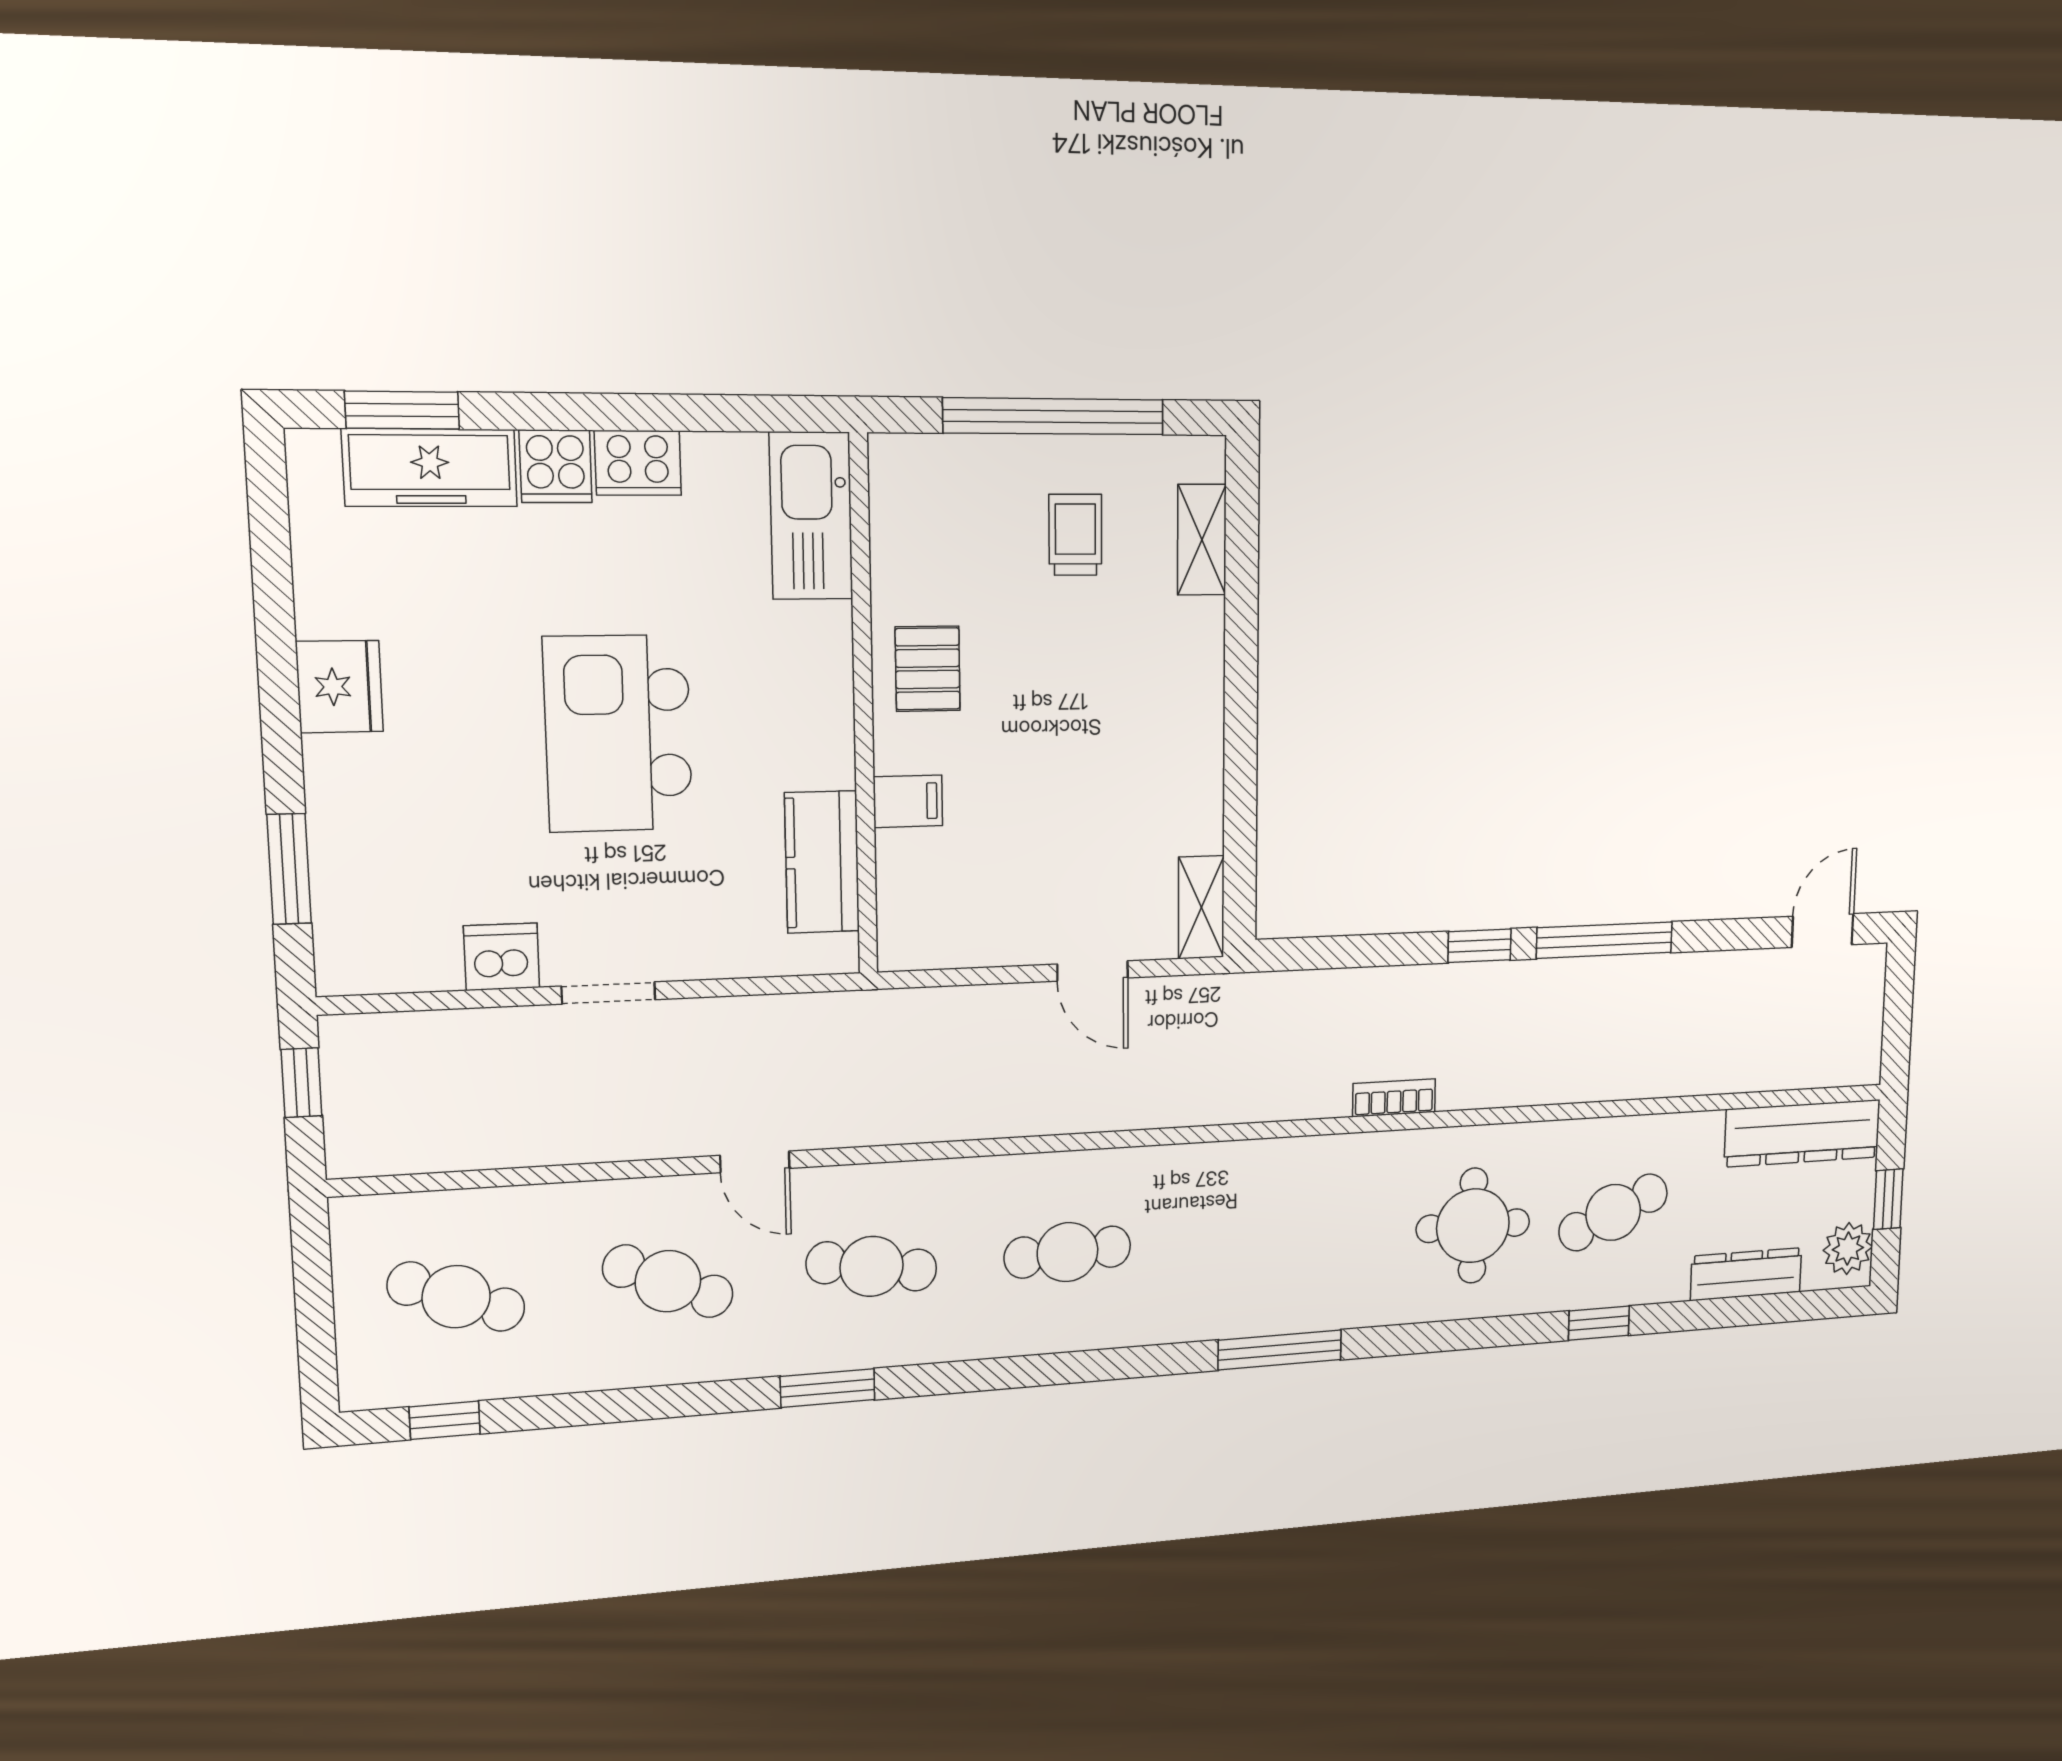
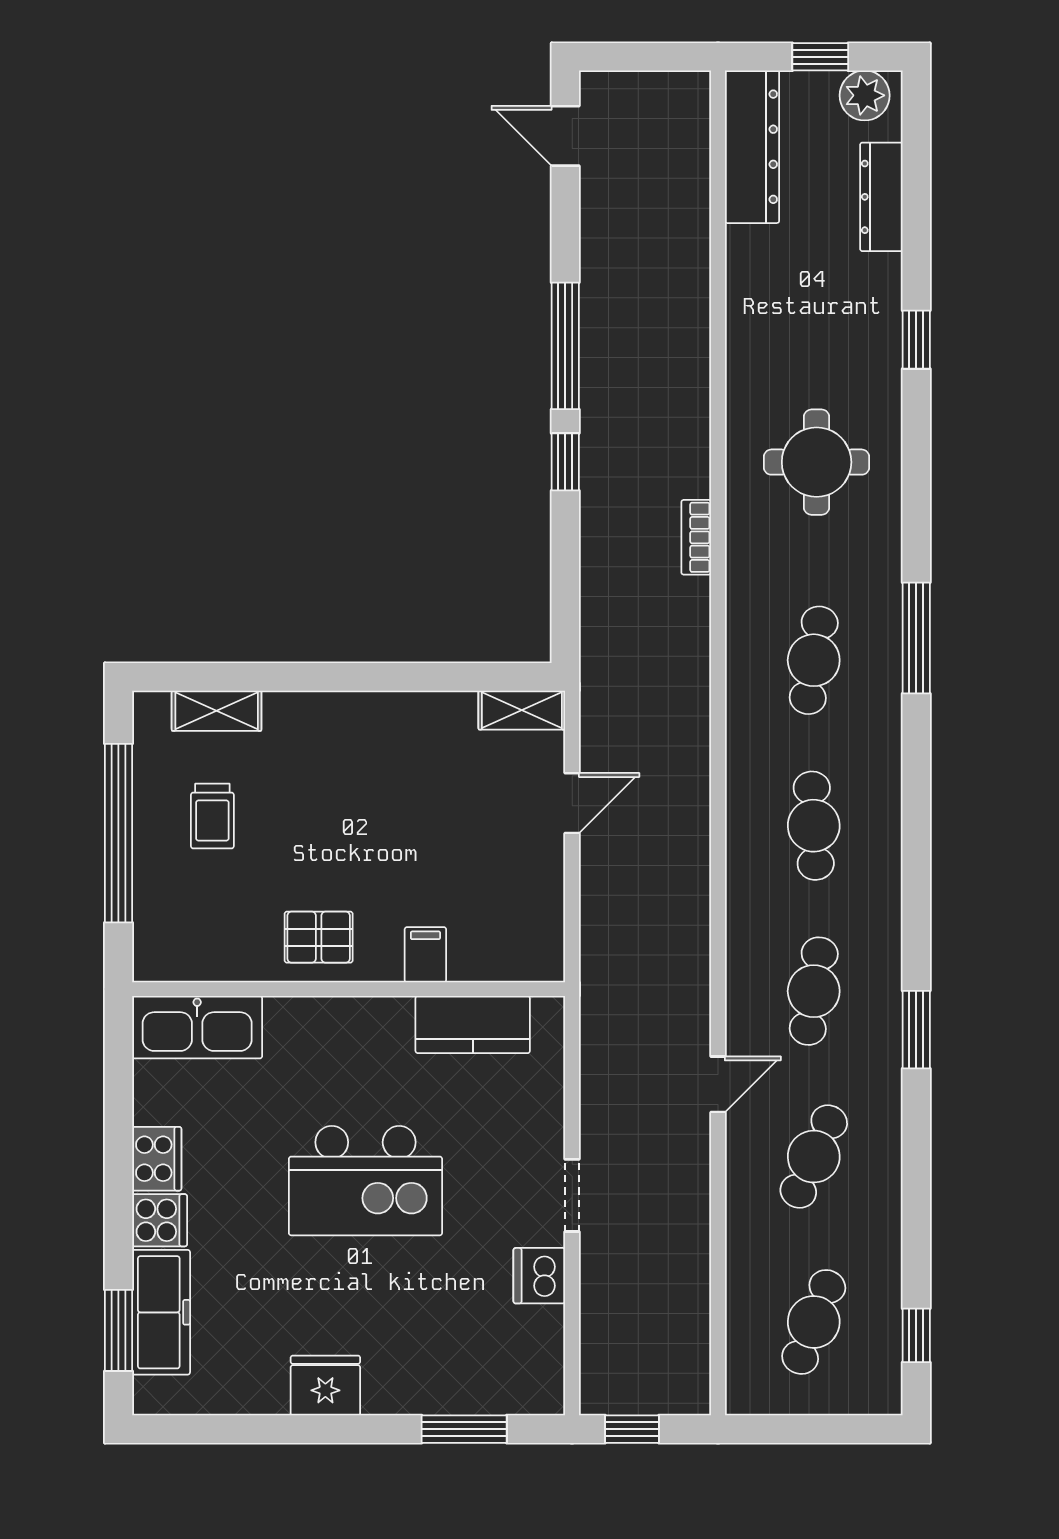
trolley: (1075, 535) -> (212, 816), turned -90
cafe table: (1613, 1212) -> (814, 660), moved, turned 33

